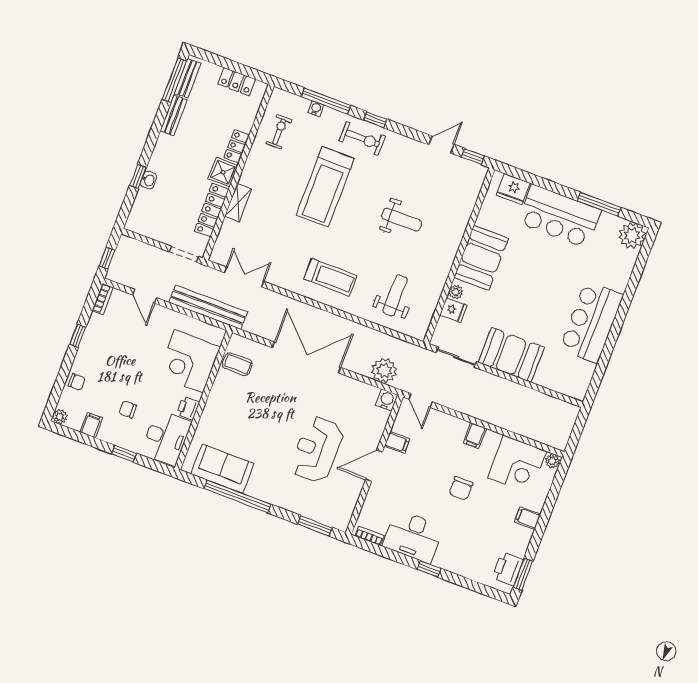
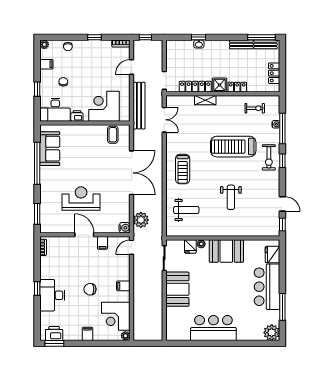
desk: (413, 536) -> (52, 295), moved

